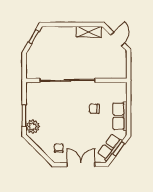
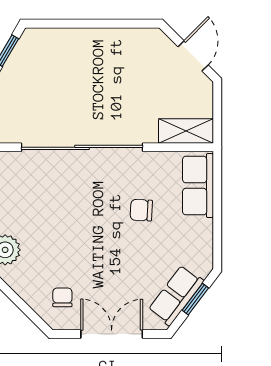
shelving: (89, 32) -> (186, 131), moved
row of seats: (120, 116) -> (198, 186), moved

